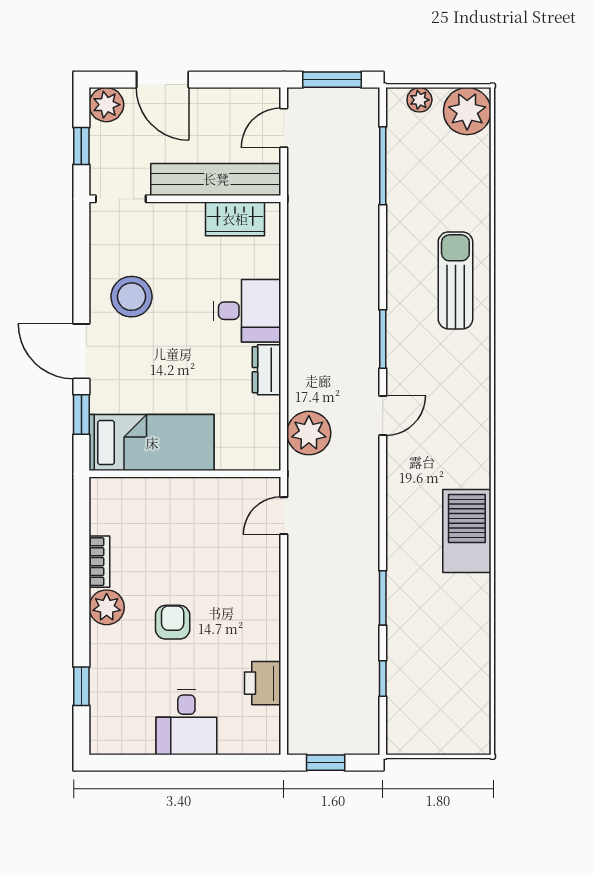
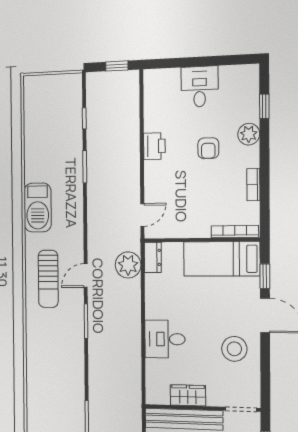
wardrobe: (235, 219) -> (188, 395), moved
sun lounger: (455, 280) -> (48, 279), moved
dresser: (267, 370) -> (153, 257), moved
bookcase: (130, 487) -> (235, 232), added
plant: (107, 607) -> (249, 134), moved
printer: (263, 683) -> (154, 146), moved

